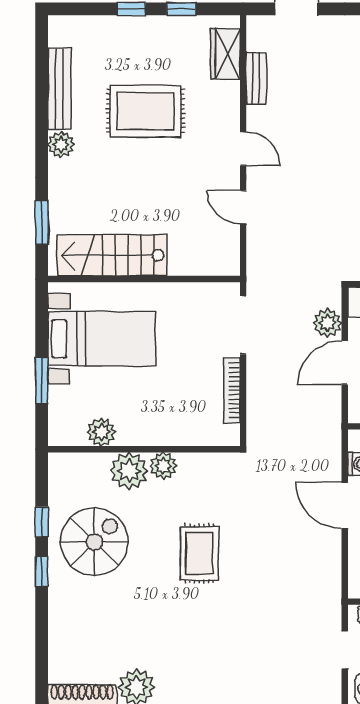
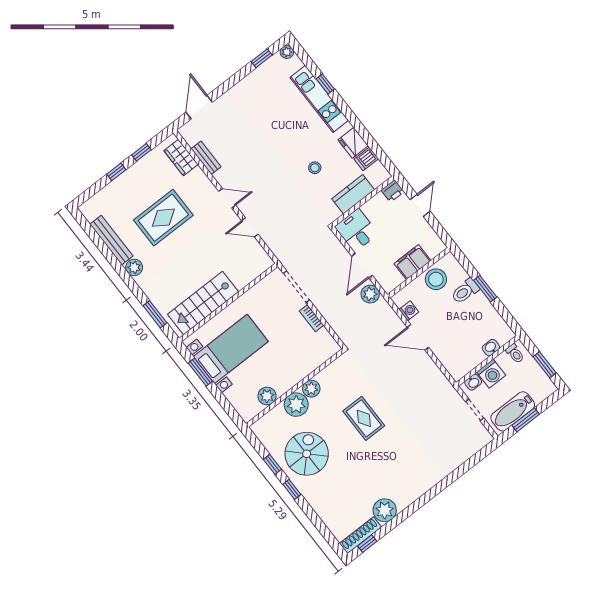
plant: (328, 323) -> (370, 294), moved
window: (42, 381) -> (200, 372), moved
bookcase: (232, 390) -> (312, 318), width x0.64

